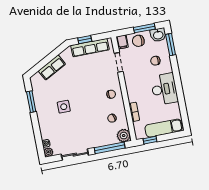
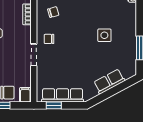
window: (85, 40) -> (54, 105), moved
doorway: (119, 62) -> (34, 55), moved

